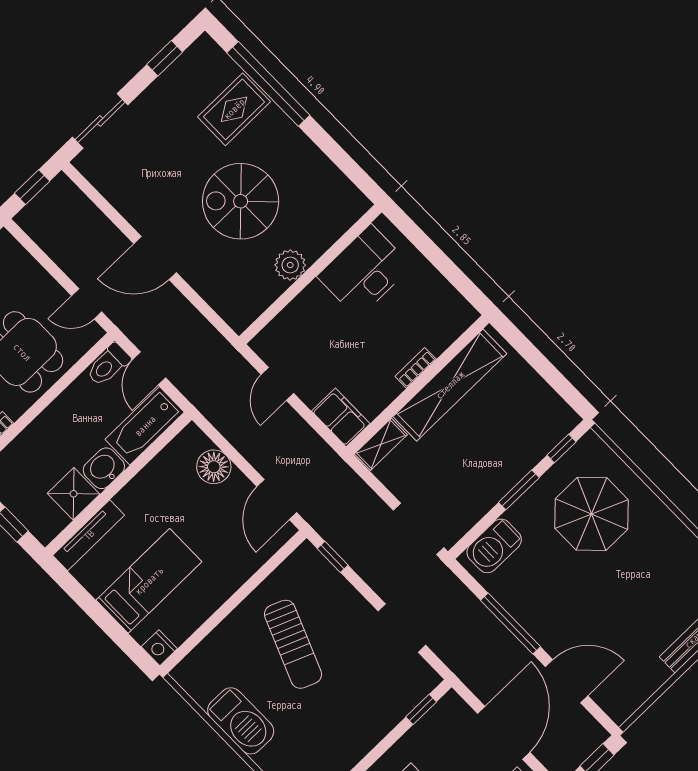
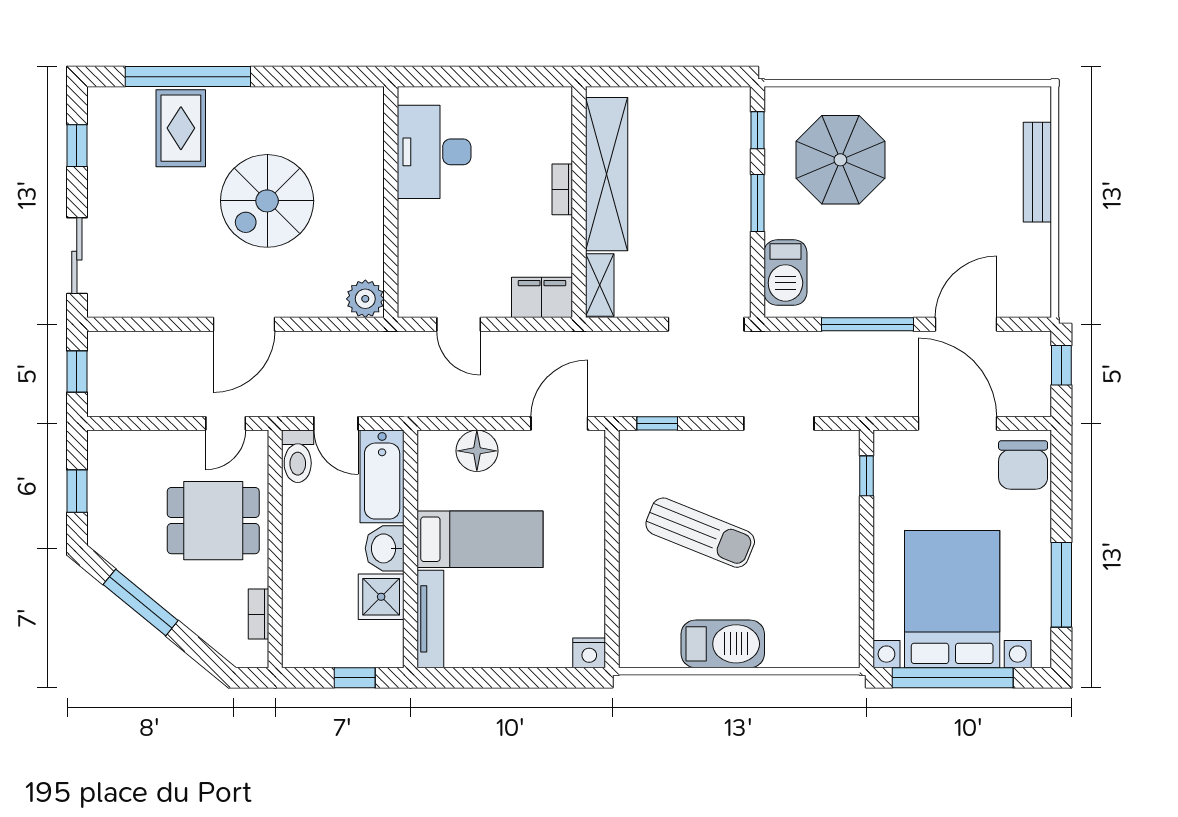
plant: (290, 265) -> (365, 299), moved
door: (277, 499) -> (559, 423), swing flipped
bed: (149, 581) -> (480, 539), moved, turned 90

